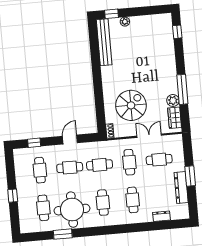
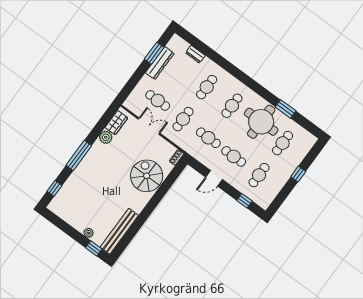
window: (182, 89) -> (79, 156), moved
spiral stairs: (131, 105) -> (147, 176), moved, turned 90
double door: (149, 136) -> (149, 126), swing flipped
window: (190, 176) -> (154, 53), moved

